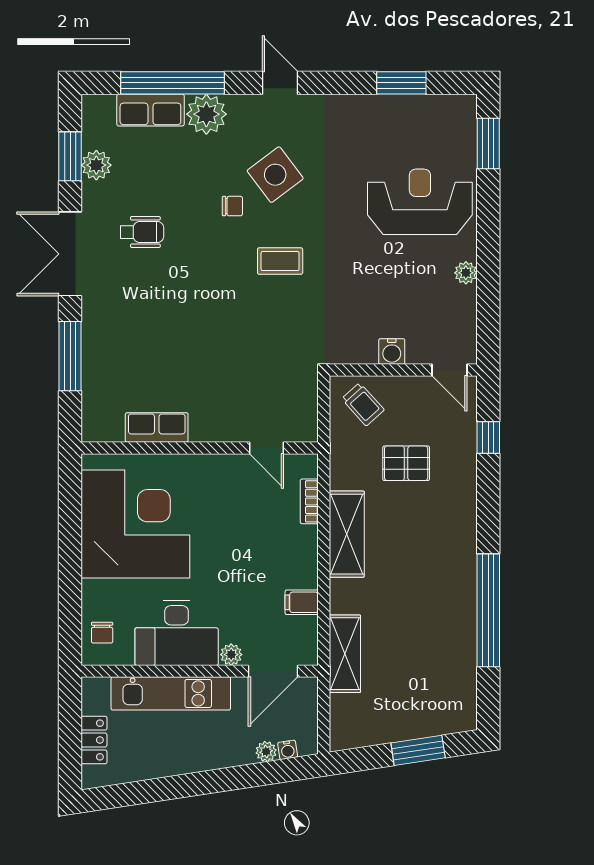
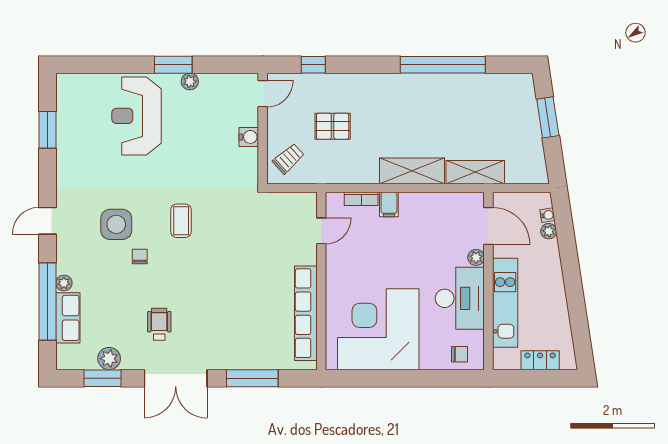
plant: (206, 114) -> (64, 283), width x0.53, depth x0.53
window: (488, 144) -> (173, 65), moved
side table: (275, 175) -> (116, 224), turned 37
row of seats: (157, 428) -> (306, 313), width x2.02
pallet: (406, 463) -> (333, 126), turned 90
shelving: (347, 534) -> (412, 171), moved
filing cabinet: (302, 602) -> (389, 205), moved

